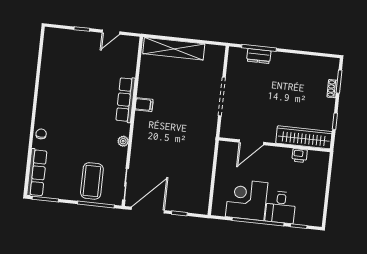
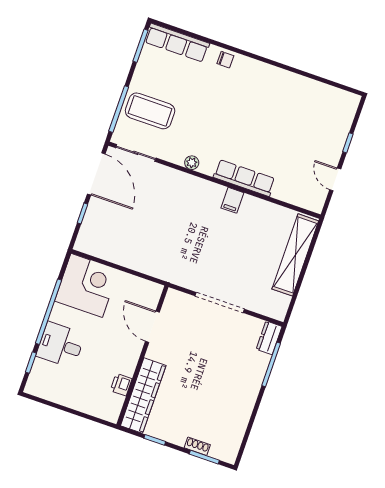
dresser: (259, 56) -> (269, 338), moved
corner desk: (247, 200) -> (87, 285), moved

